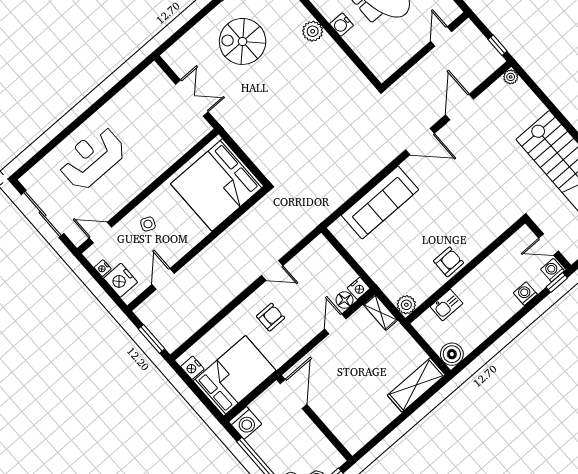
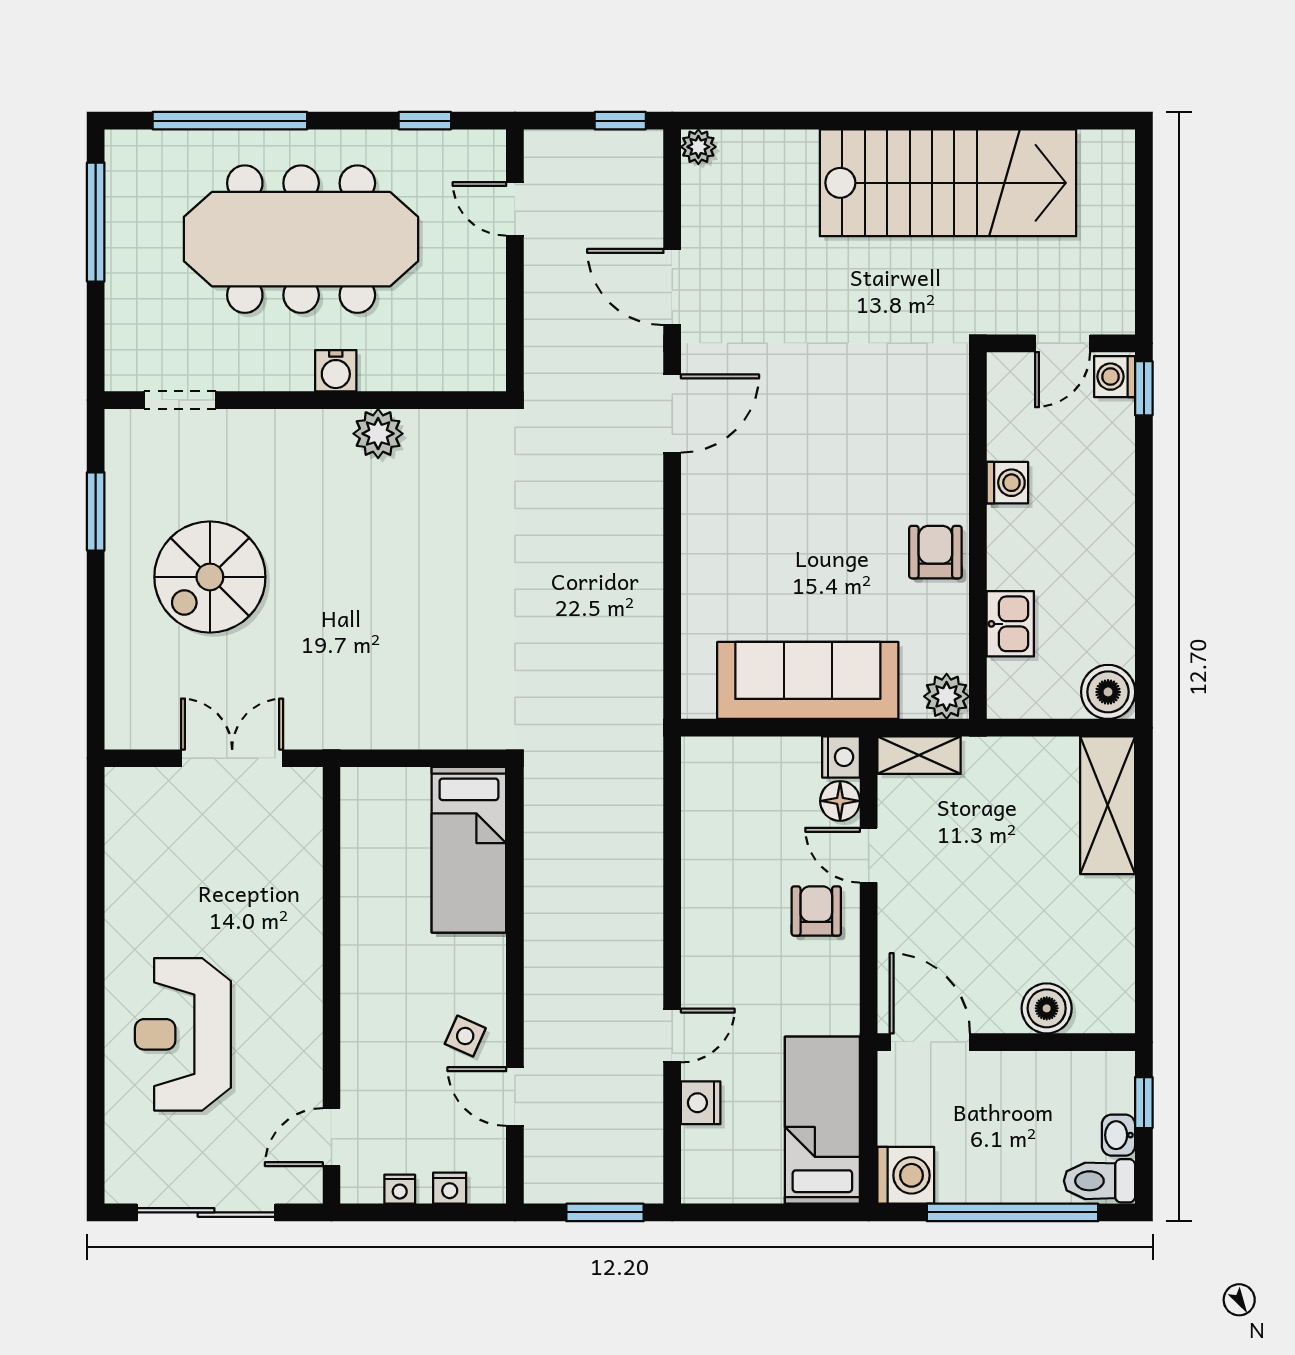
plant: (313, 31) -> (378, 434), moved
bed: (217, 185) -> (469, 850), width x0.49
sofa: (380, 203) -> (808, 680), moved, turned -90
side table: (148, 224) -> (465, 1036), moved
door: (272, 270) -> (672, 1036), moved
nightstand: (121, 280) -> (450, 1188), width x0.53, depth x0.56
washing machine: (525, 294) -> (1007, 483), moved, turned 180
armchair: (271, 317) -> (816, 911), moved
nightstand: (192, 368) -> (701, 1103), moved, turned 90
bed: (235, 376) -> (822, 1120), width x0.67
boiler: (336, 421) -> (1047, 1008), added

